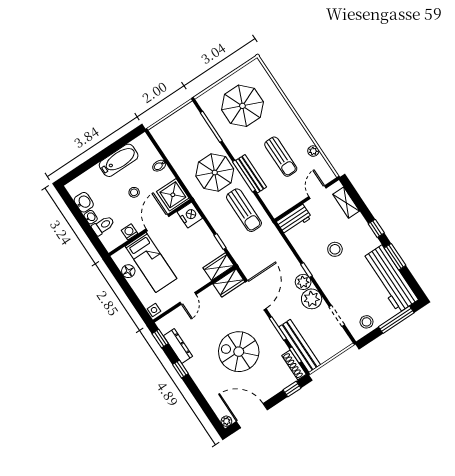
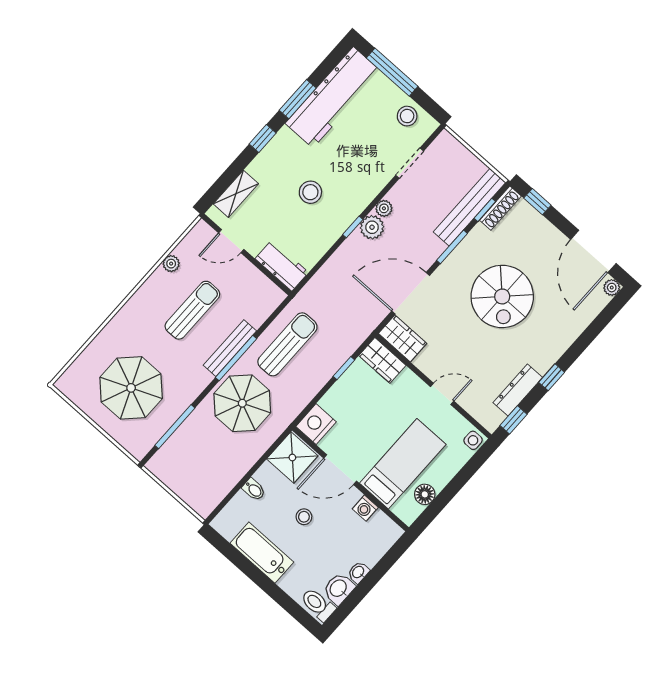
toilet: (103, 226) -> (318, 605), moved
plant: (312, 299) -> (384, 208), width x0.53, depth x0.53

